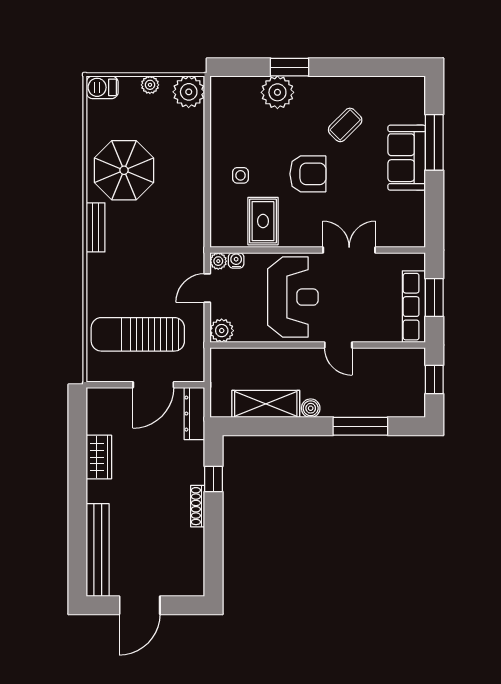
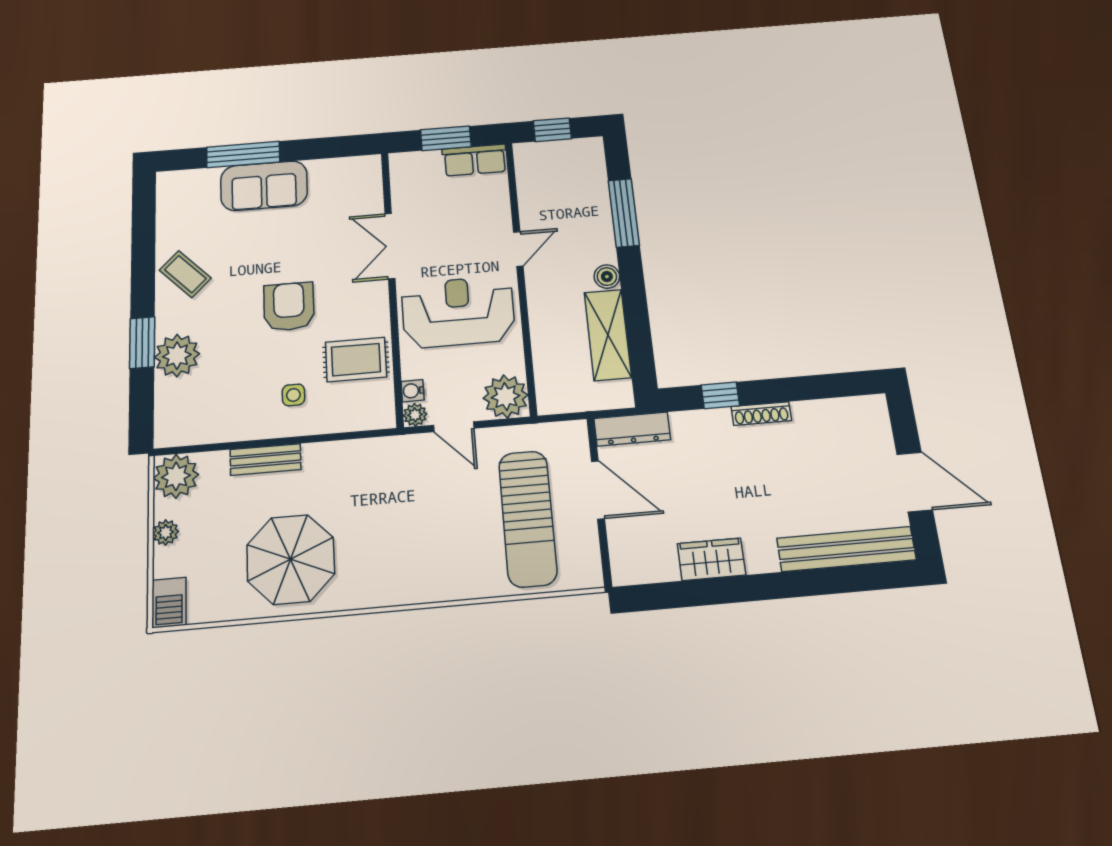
coffee table: (345, 125) -> (185, 274), moved
bench: (96, 227) -> (265, 460), moved
row of seats: (414, 307) -> (475, 160), width x0.68
plant: (222, 331) -> (506, 397), width x1.36, depth x1.36

